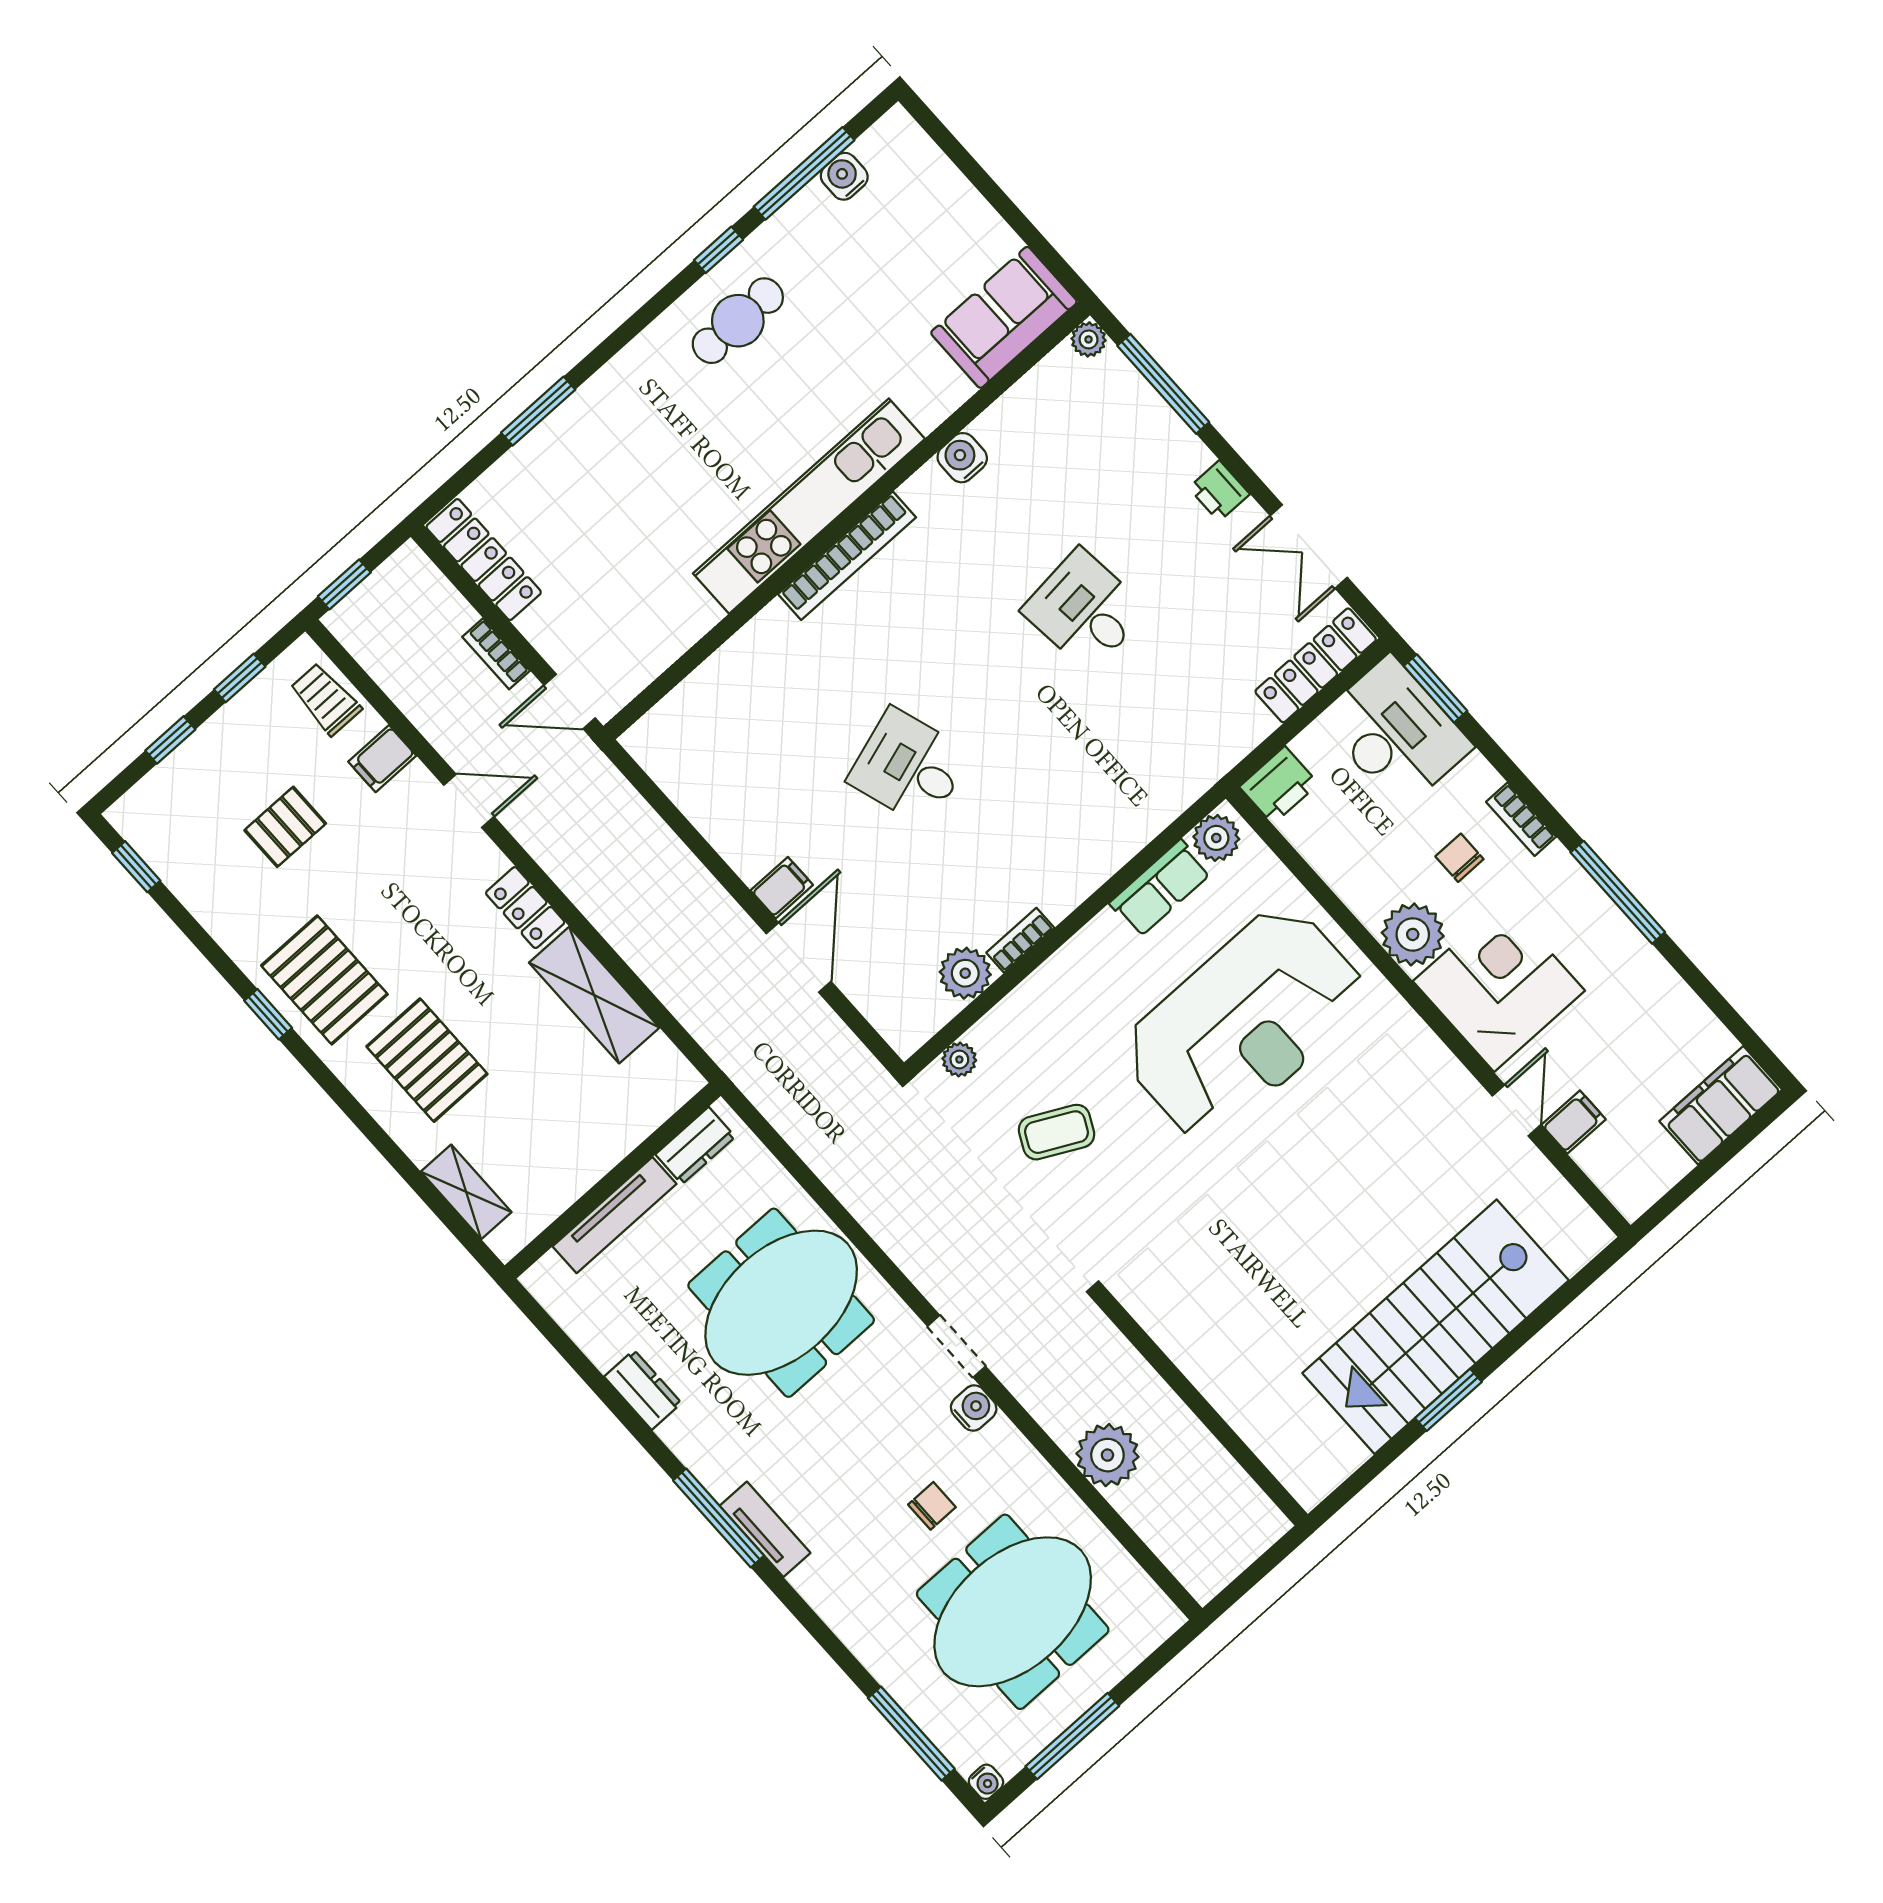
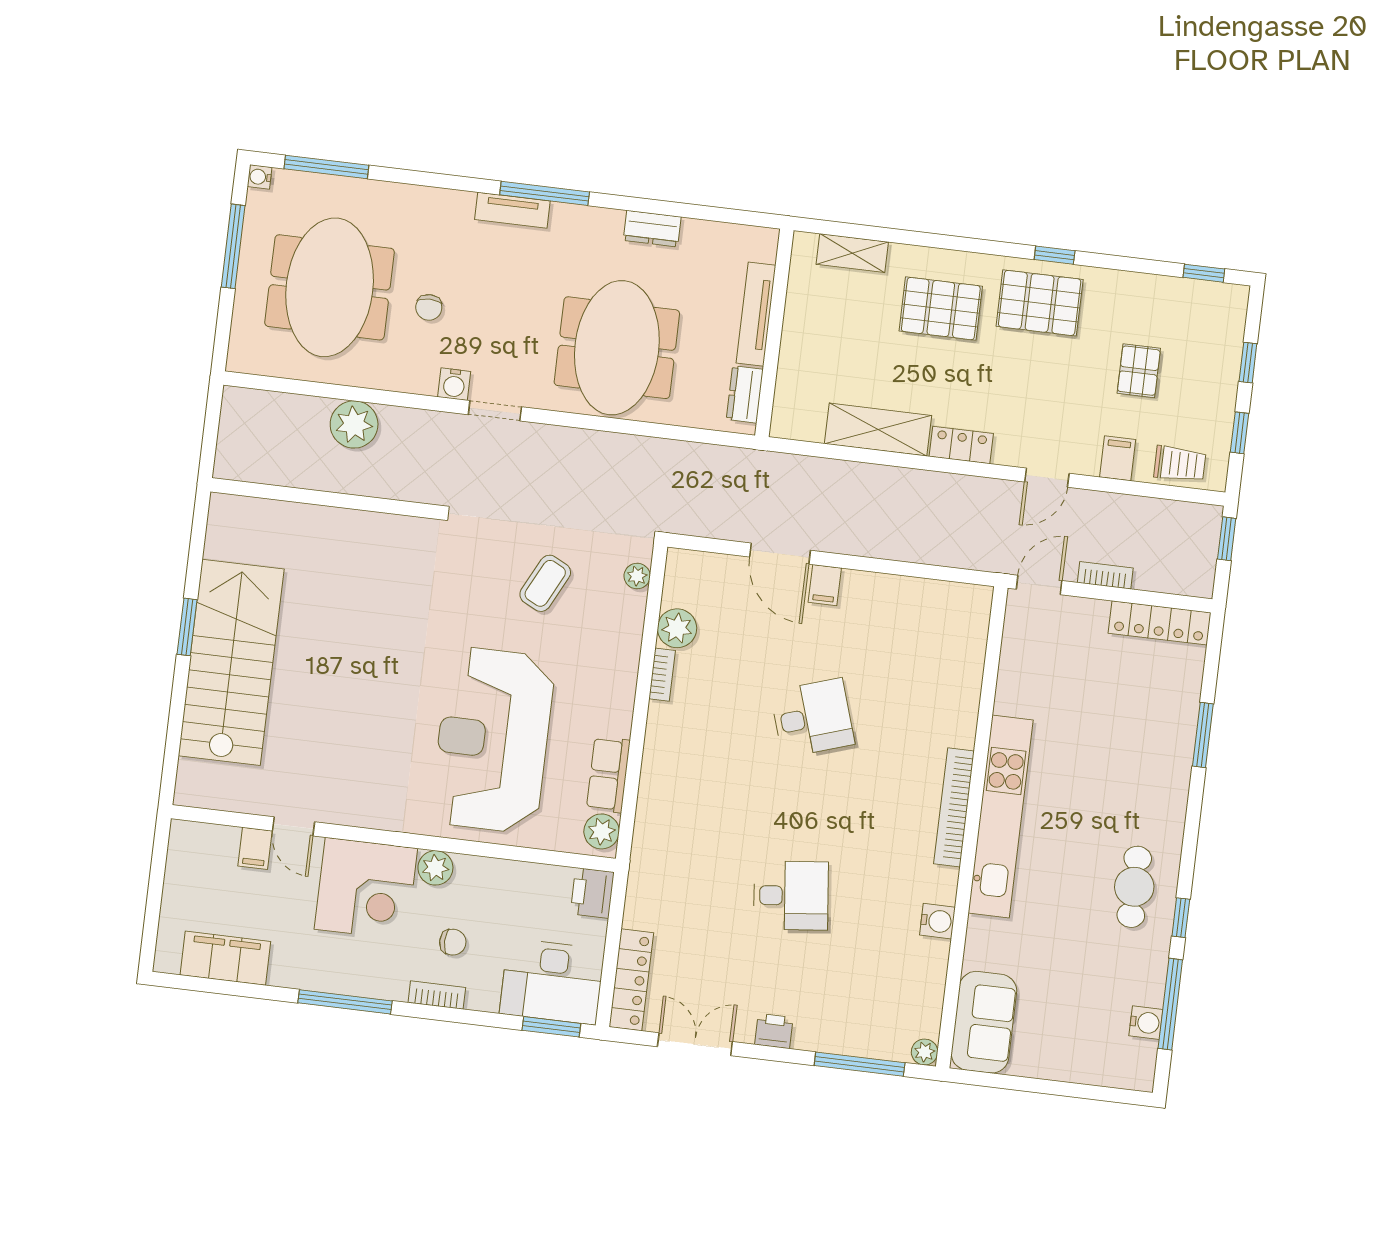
plant: (1413, 934) -> (435, 868), width x0.73, depth x0.73
filing cabinet: (1721, 1105) -> (225, 958), moved, turned -90

